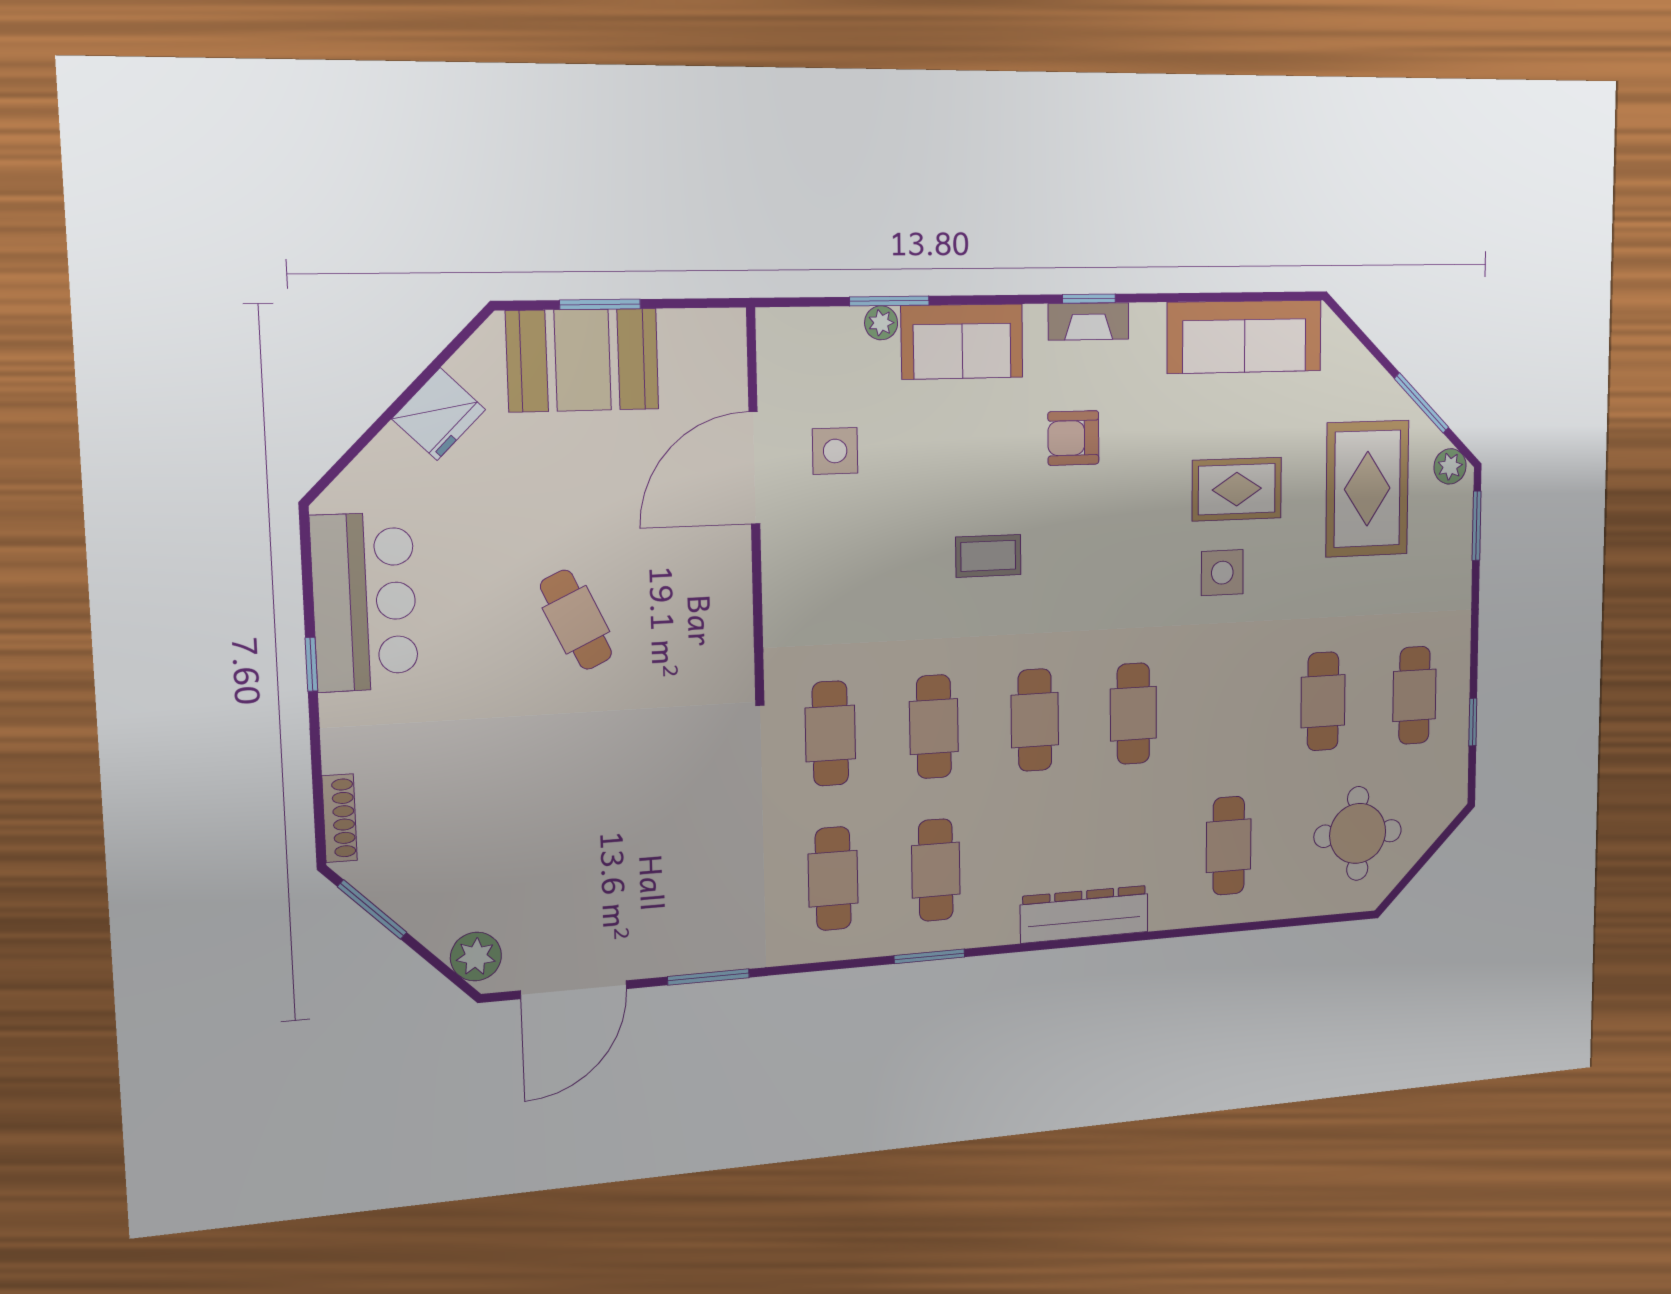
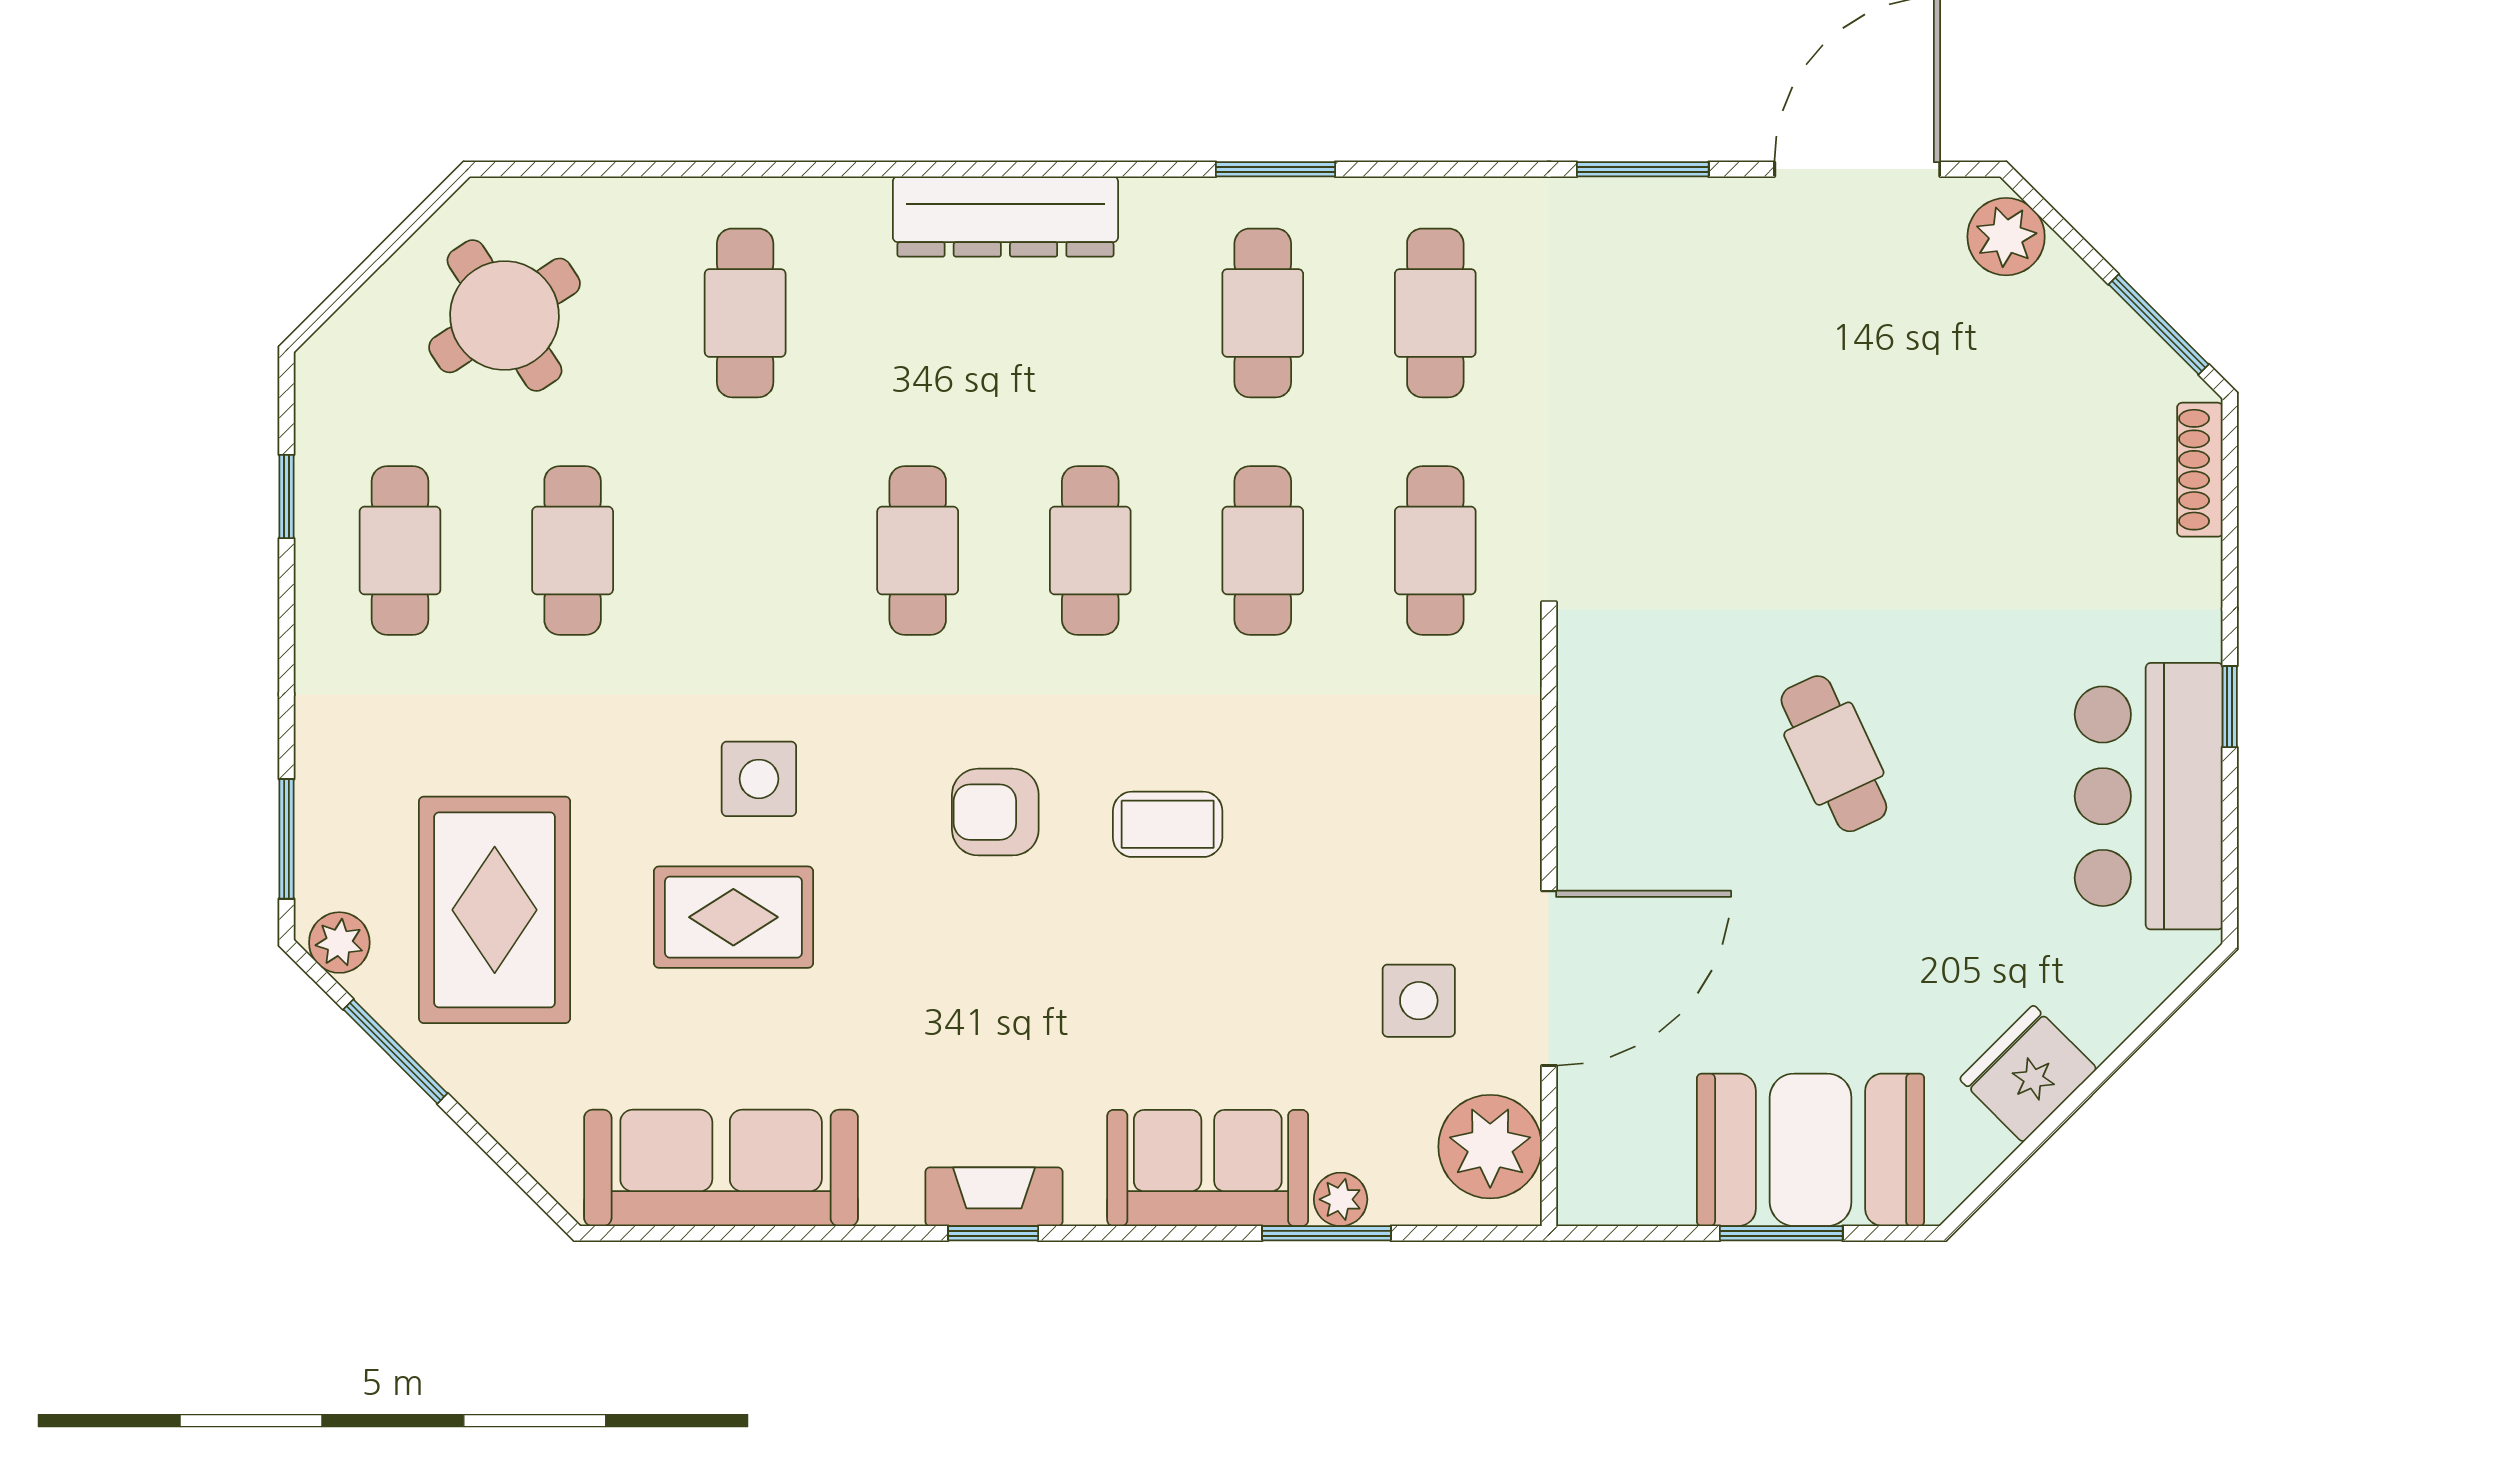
plant: (789, 358) -> (1490, 1147), added
armchair: (1073, 438) -> (995, 812), moved, turned 180
round table: (1358, 833) -> (505, 315), turned -33

